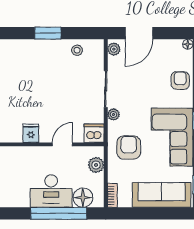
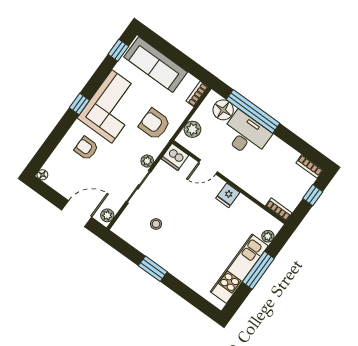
stool: (77, 50) -> (156, 224), moved
armchair: (180, 81) -> (86, 148), moved, turned 90
armchair: (129, 148) -> (155, 124), turned 90

